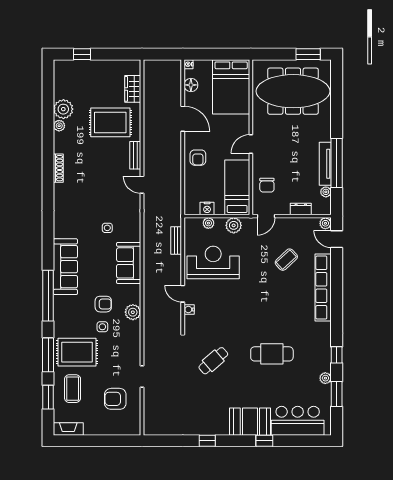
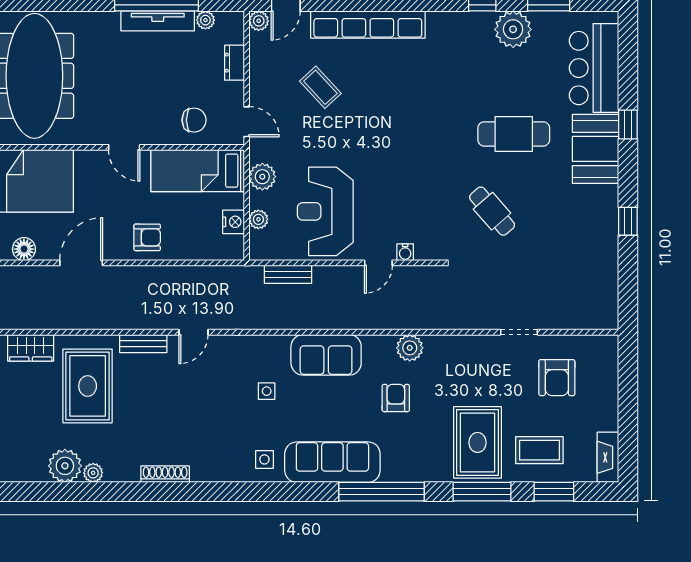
side table: (102, 327) -> (264, 459), moved
cafe table: (272, 354) -> (514, 134), moved, turned 90
plant: (325, 378) -> (513, 29), width x1.87, depth x1.87

